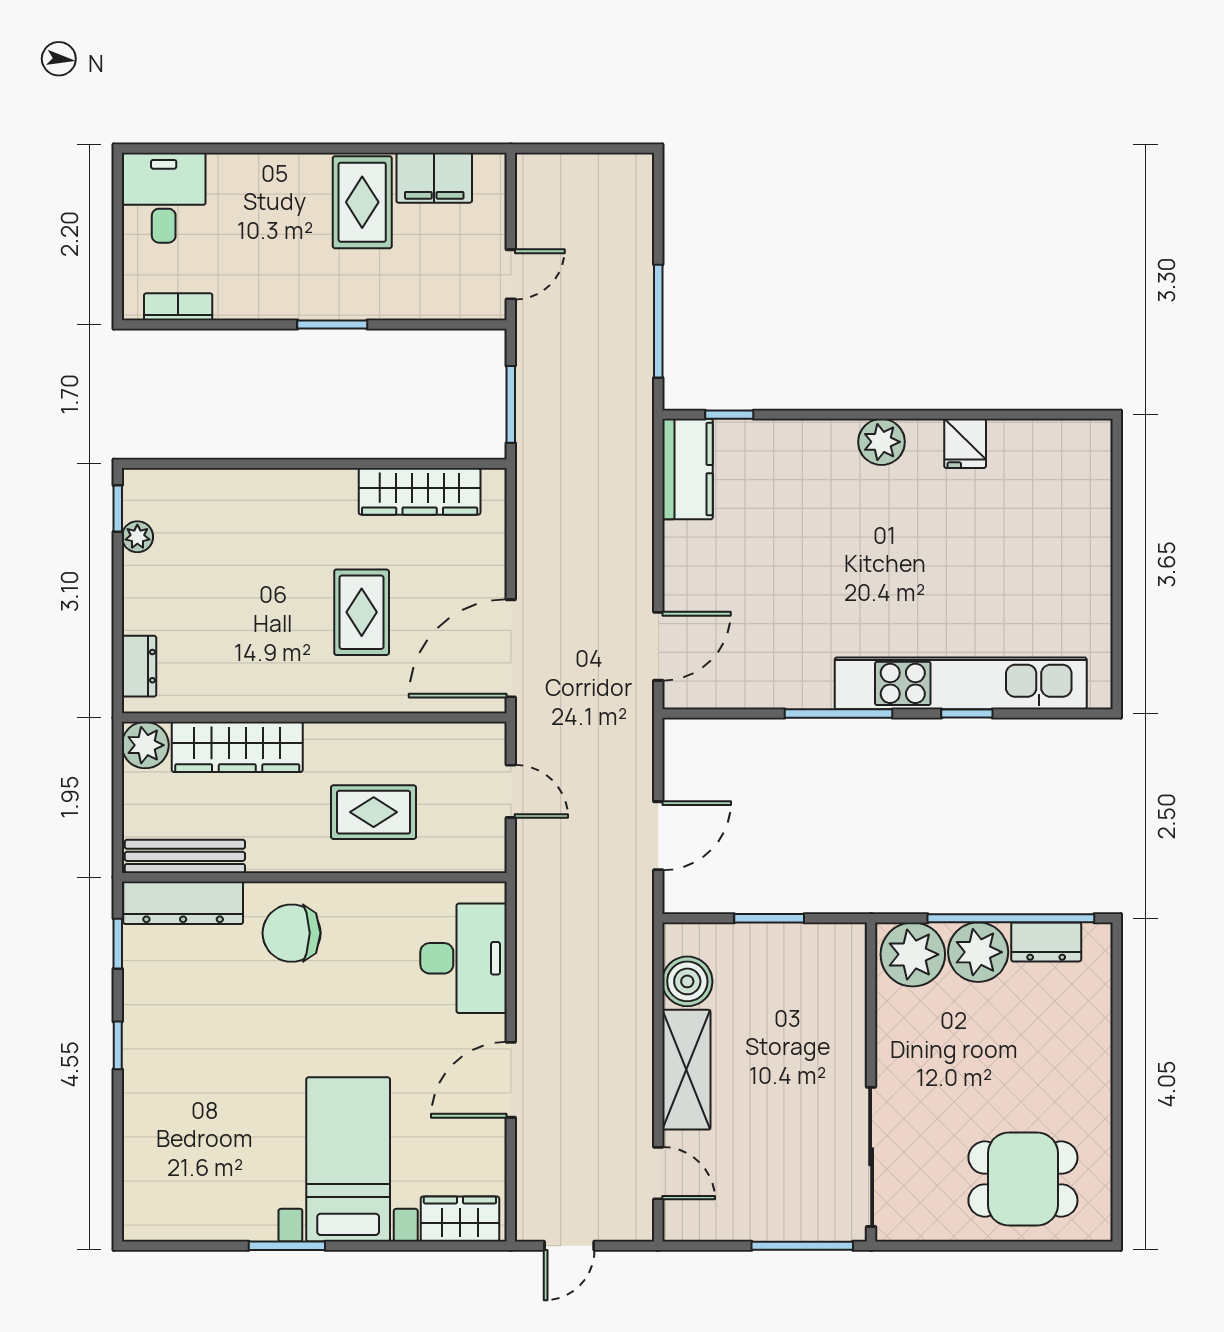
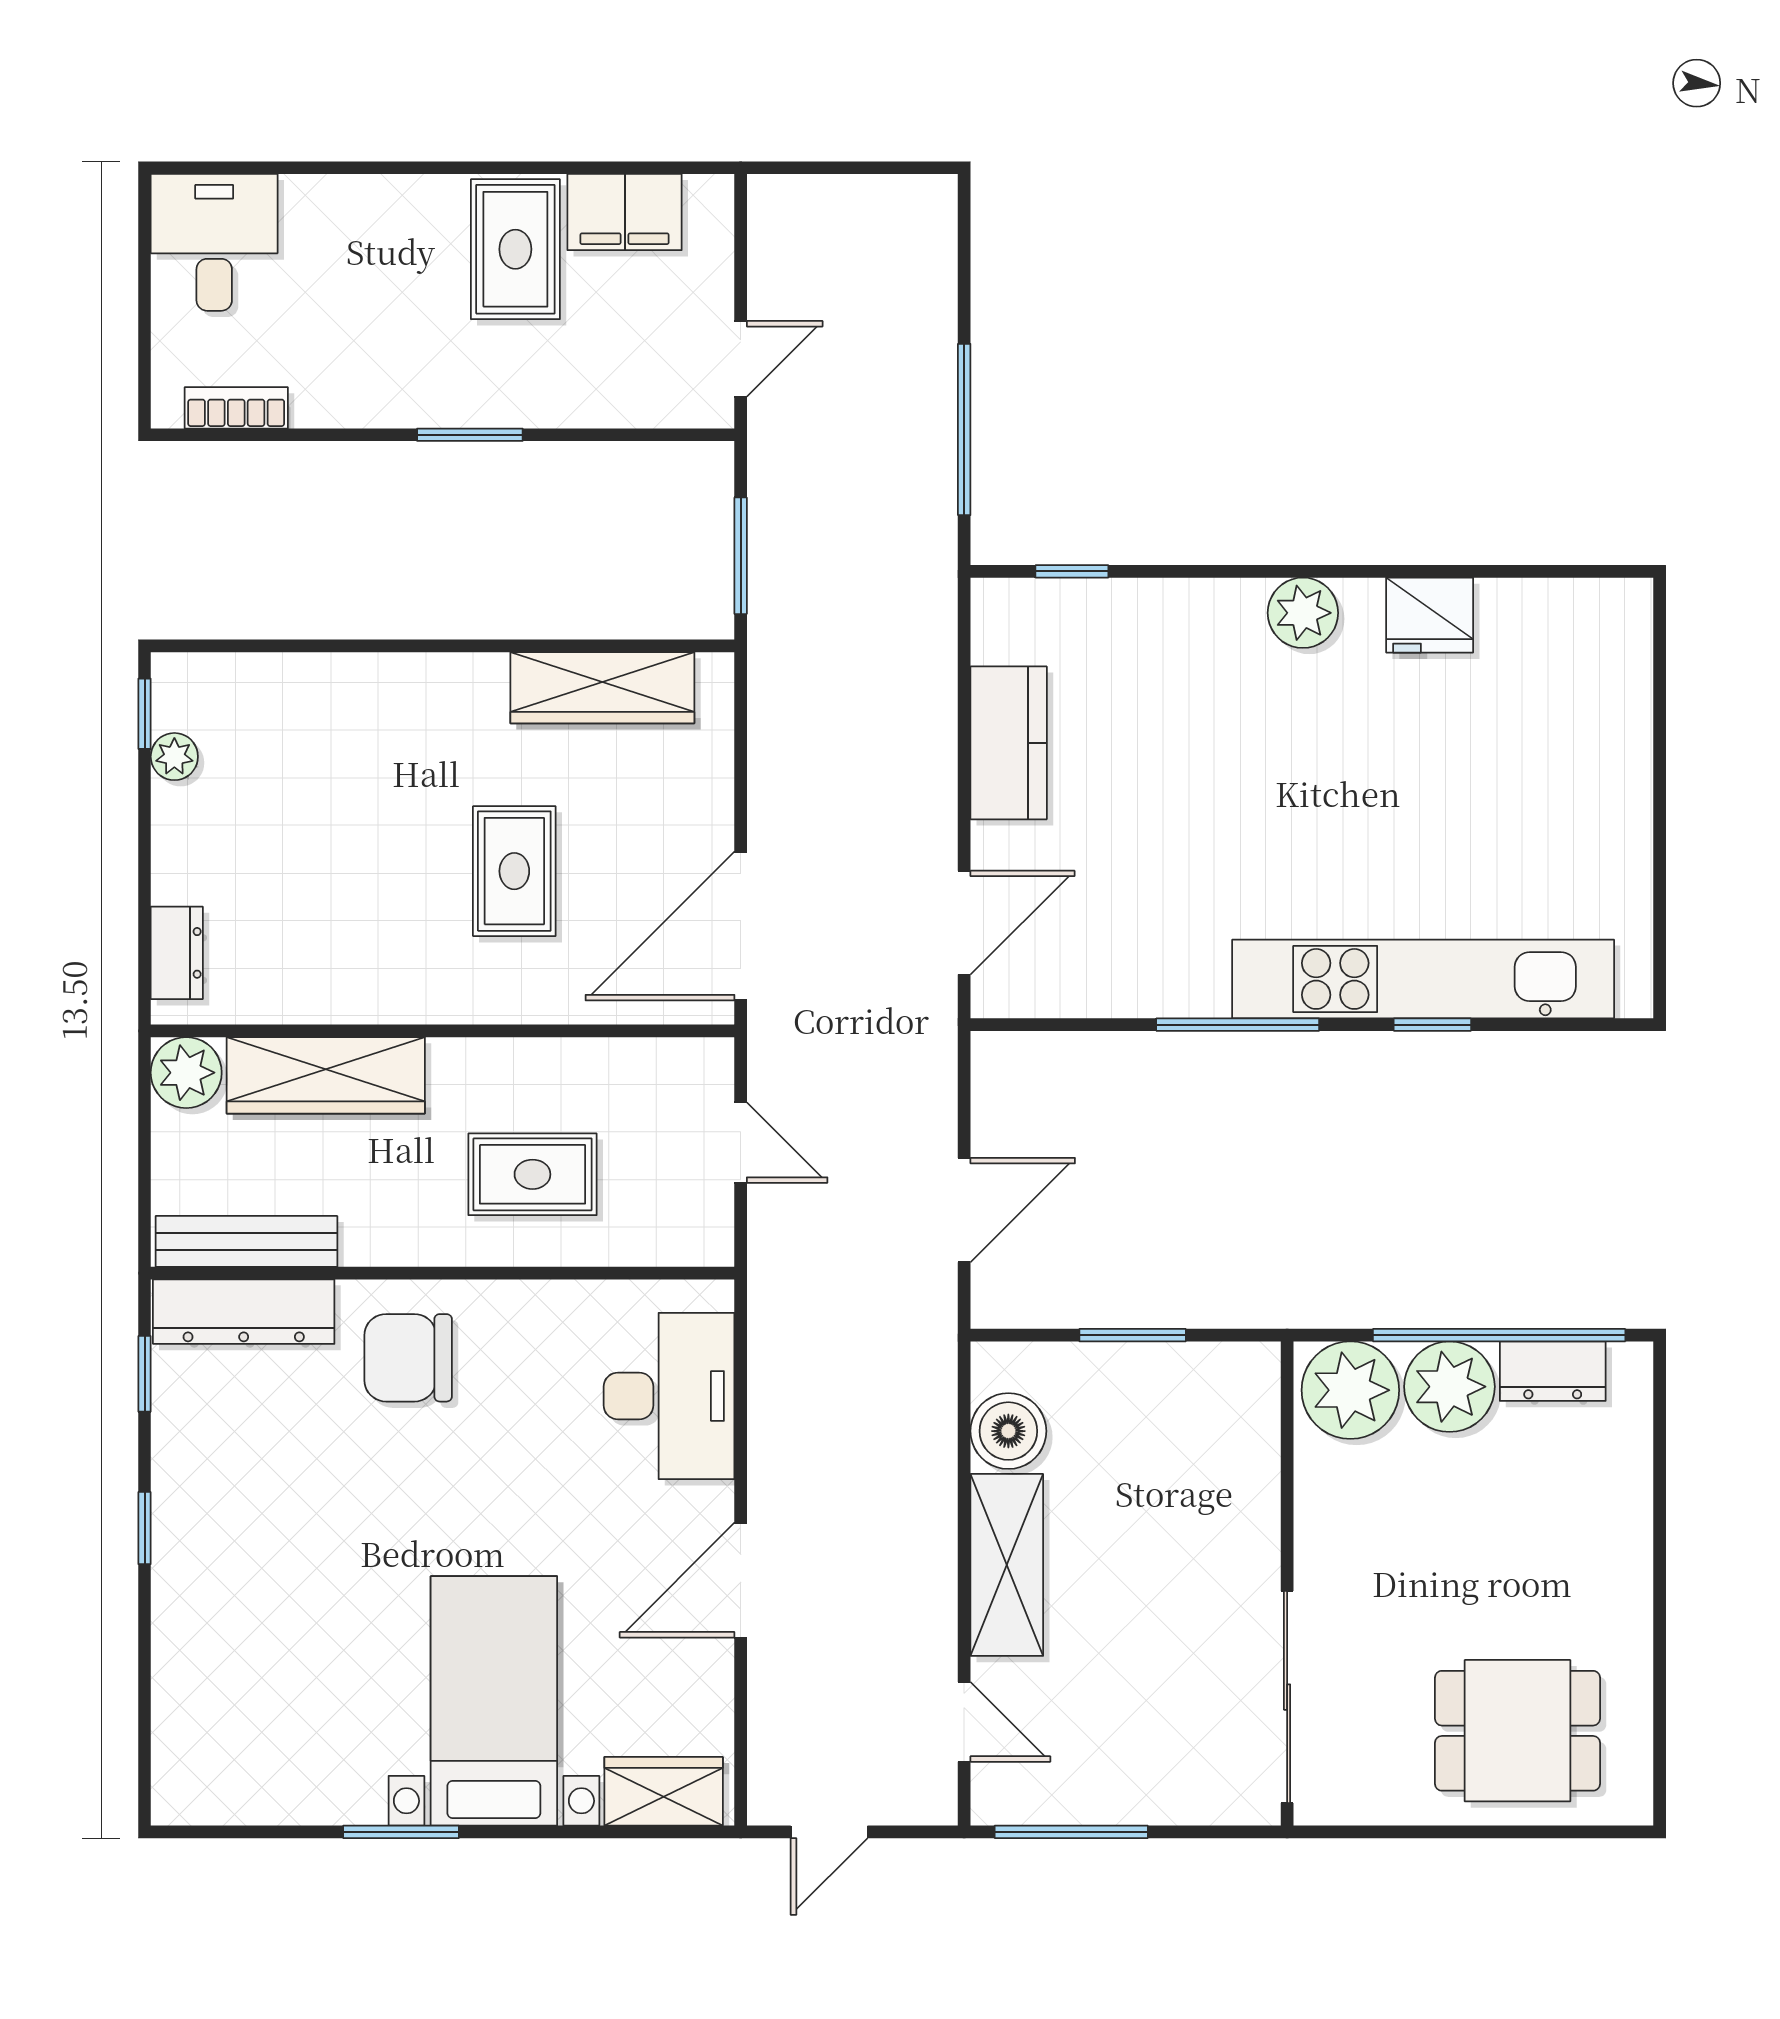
fridge: (965, 443) -> (1430, 615), width x1.38
kitchen counter: (687, 469) -> (1009, 743), moved
window: (802, 1246) -> (1071, 1832), moved

